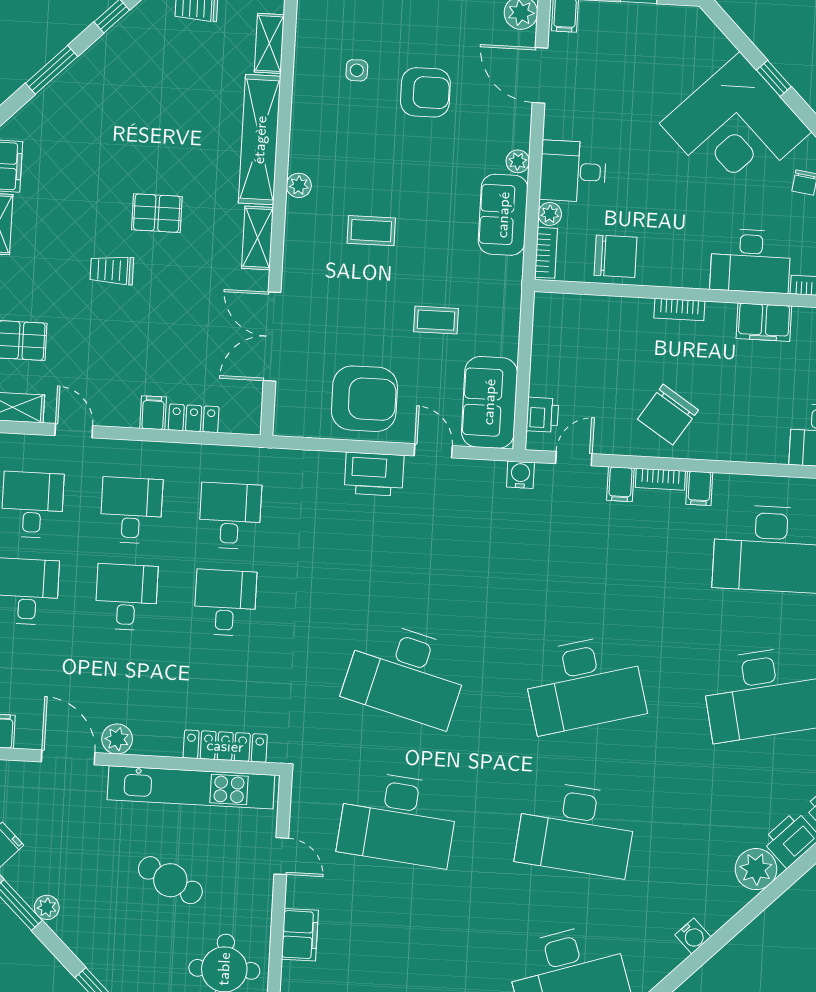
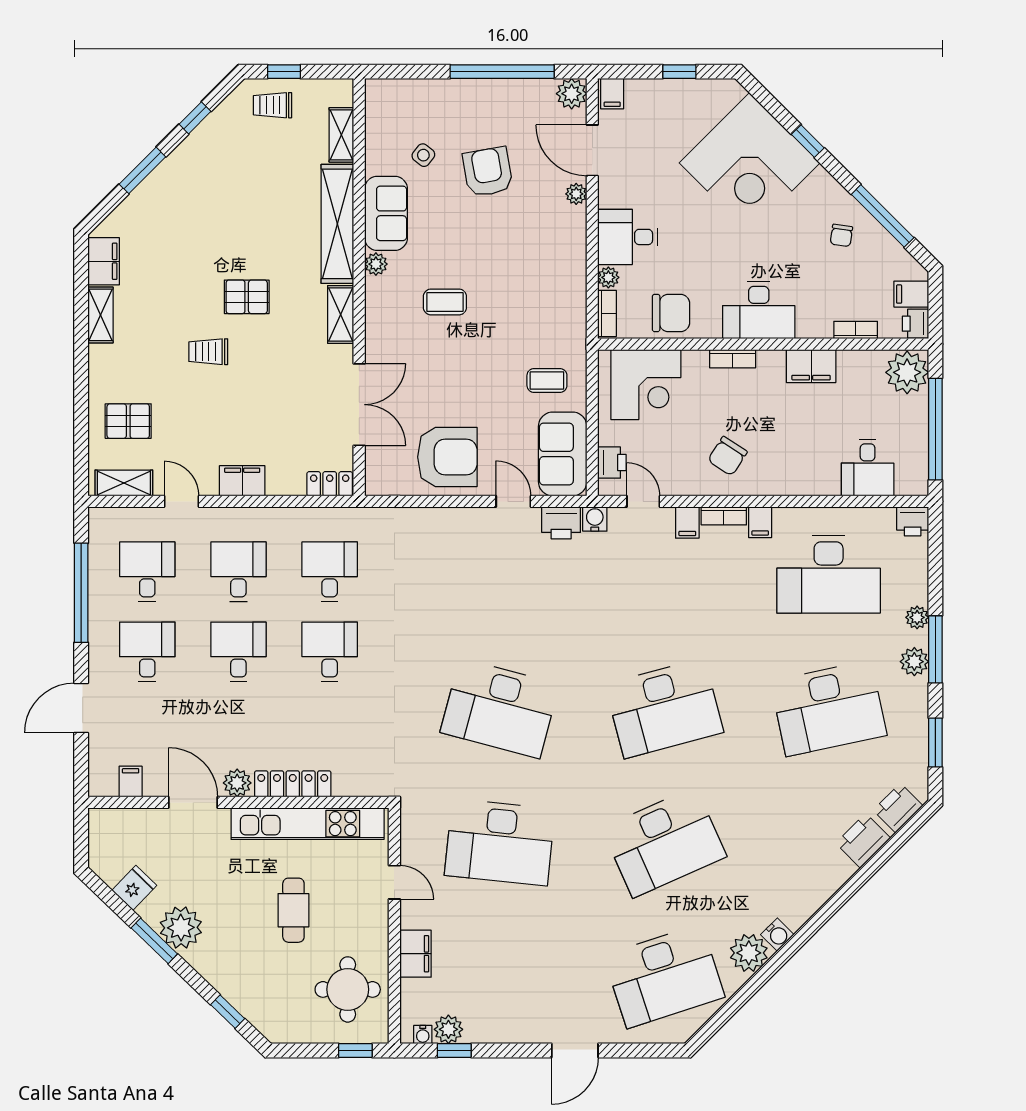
side table: (357, 70) -> (423, 155), turned 38
armchair: (425, 92) -> (488, 172), turned -100
corner desk: (736, 128) -> (750, 163), moved
plant: (518, 161) -> (576, 194), moved
sofa: (503, 215) -> (386, 213), moved, turned 180
desk: (750, 261) -> (759, 310), moved
coffee table: (436, 320) -> (547, 380), moved
corner desk: (584, 332) -> (646, 385), added
double door: (272, 337) -> (359, 405), swing flipped
filing cabinet: (153, 413) -> (242, 481), width x2.00
chair: (668, 415) -> (727, 456), width x0.73, depth x0.73
locker: (194, 418) -> (330, 484), moved
door: (574, 459) -> (643, 501), hinge flipped
printer: (374, 474) -> (561, 523), moved, width x0.73, depth x0.84
locker: (225, 746) -> (293, 784), moved
desk: (576, 829) -> (664, 842), turned -30
plant: (756, 869) -> (749, 953), moved
cafe table: (170, 880) -> (293, 910), turned 63
plant: (47, 907) -> (181, 928), width x1.87, depth x1.87

